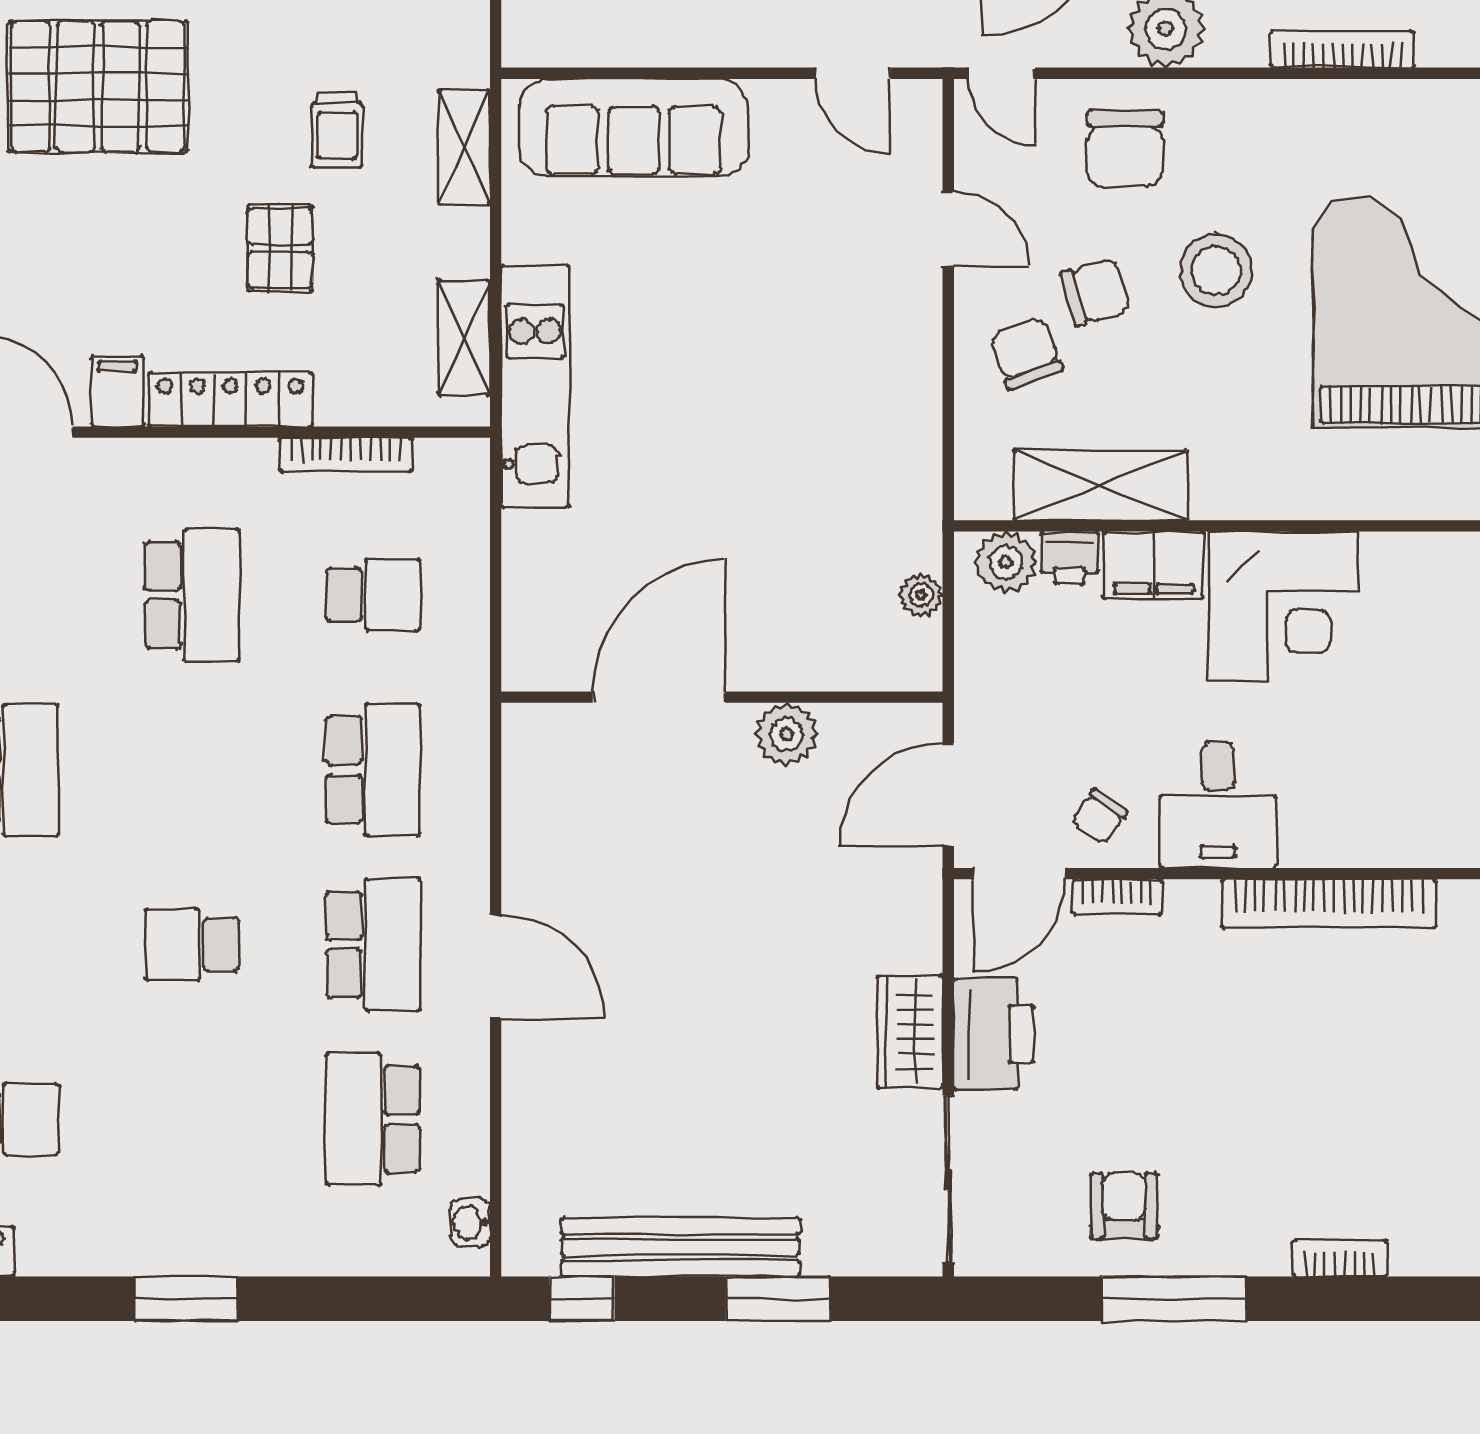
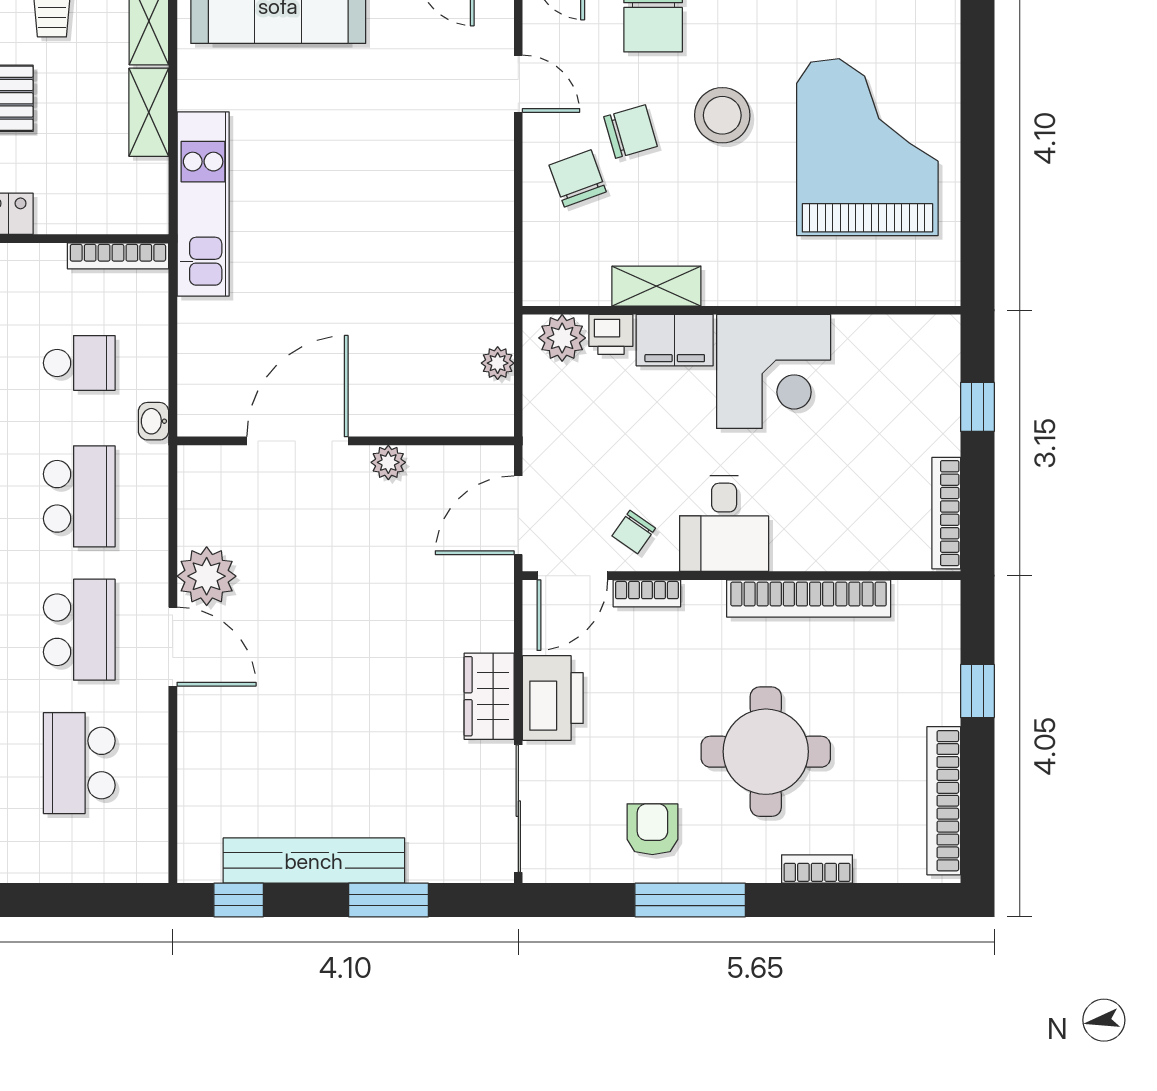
shelving: (464, 338) -> (149, 112), moved
bookcase: (346, 455) -> (118, 256), moved
shelving: (1100, 485) -> (656, 286), width x0.67, depth x0.75
plant: (786, 734) -> (388, 462), width x0.73, depth x0.73
plant: (540, 874) -> (207, 576), added
round table: (1273, 1104) -> (766, 752), added
washbasin: (470, 1223) -> (153, 421), moved

